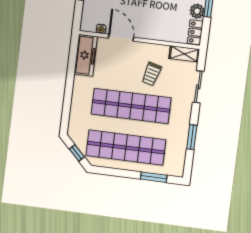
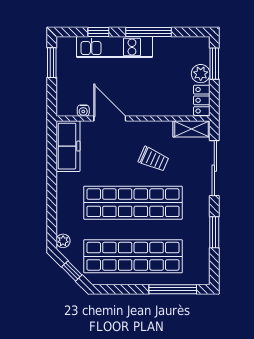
trolley: (151, 74) -> (154, 159), turned -81
sliding door: (198, 87) -> (214, 168), width x1.37
plant: (73, 129) -> (63, 241), added
window: (154, 177) -> (173, 289), width x1.44

